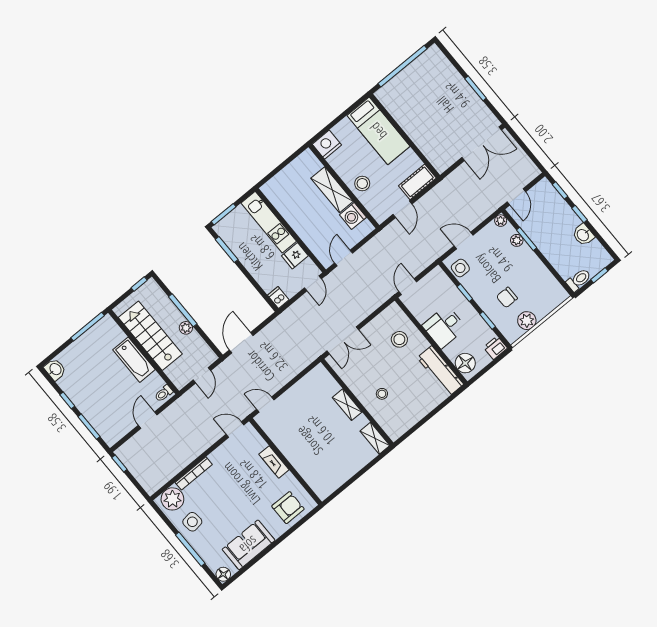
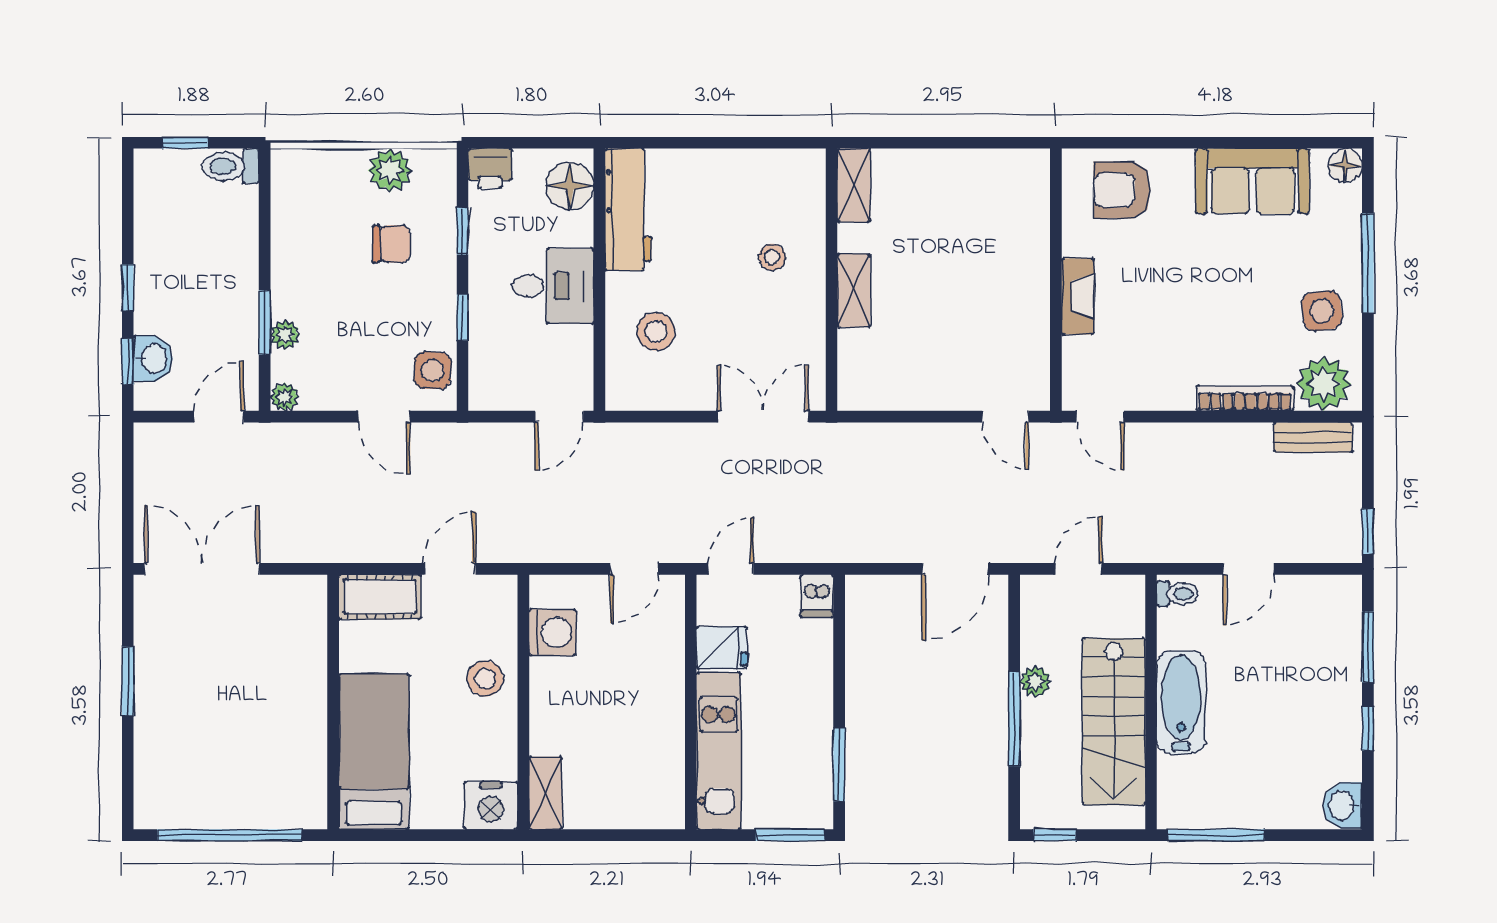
shelving: (332, 190) -> (545, 793), moved, width x0.67, depth x0.75
washbasin: (583, 235) -> (153, 359), moved
bench: (162, 479) -> (1313, 437), added

